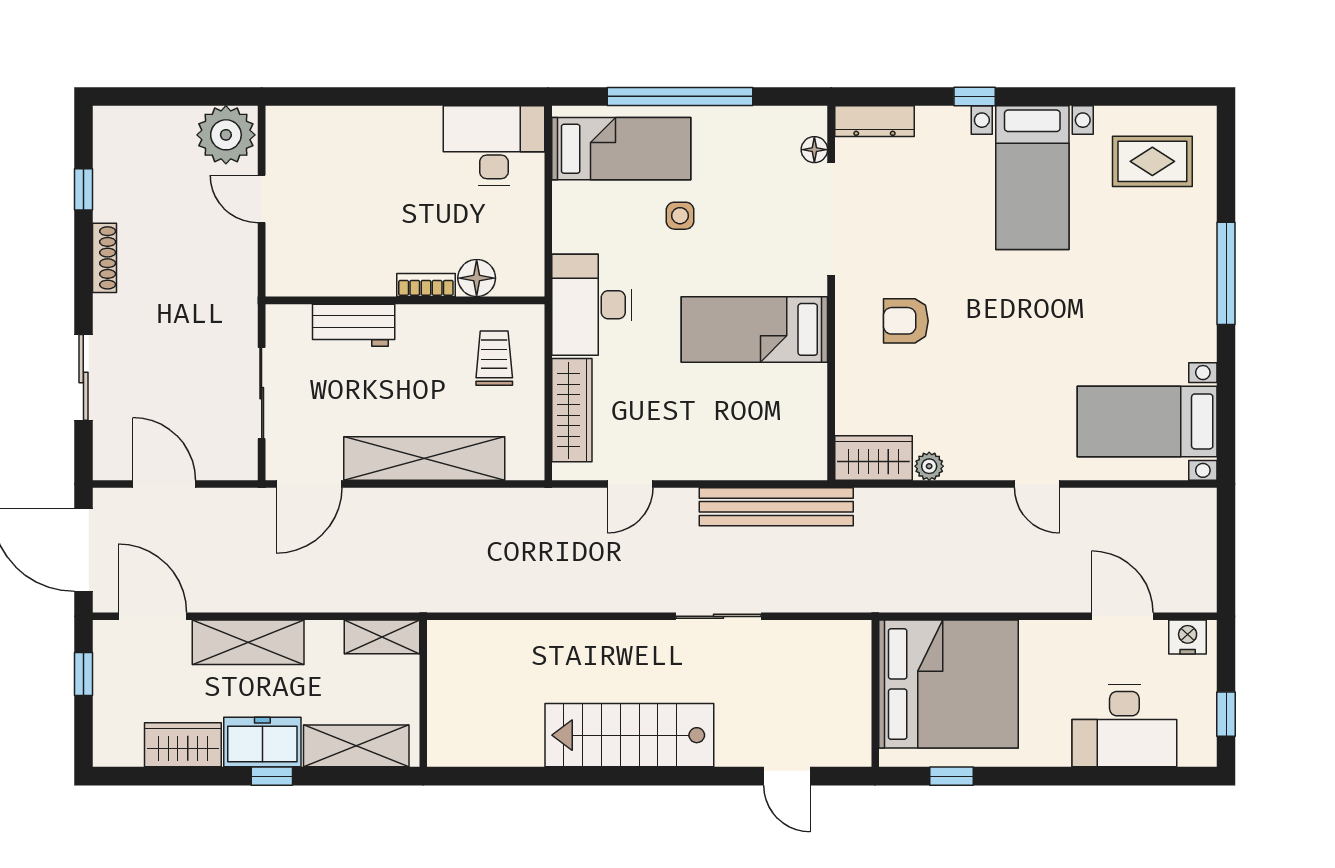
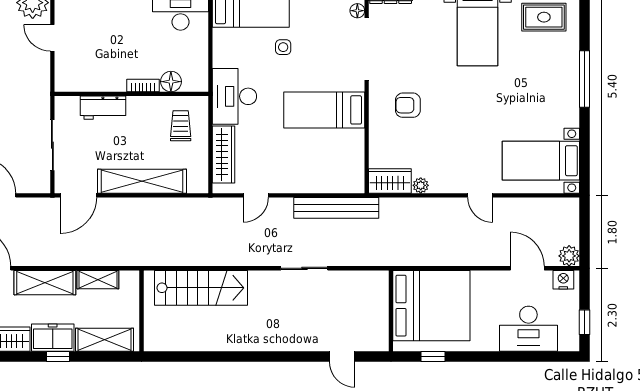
plant: (1198, 594) -> (569, 256), added
shelving: (382, 637) -> (98, 280), moved
stairs: (629, 735) -> (201, 288), moved, turned 180

